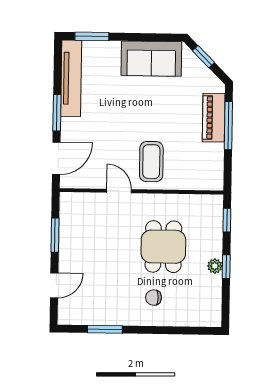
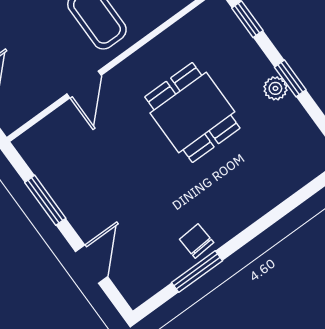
door: (119, 191) -> (84, 84), swing flipped
chair: (153, 298) -> (197, 241), moved, turned 86

